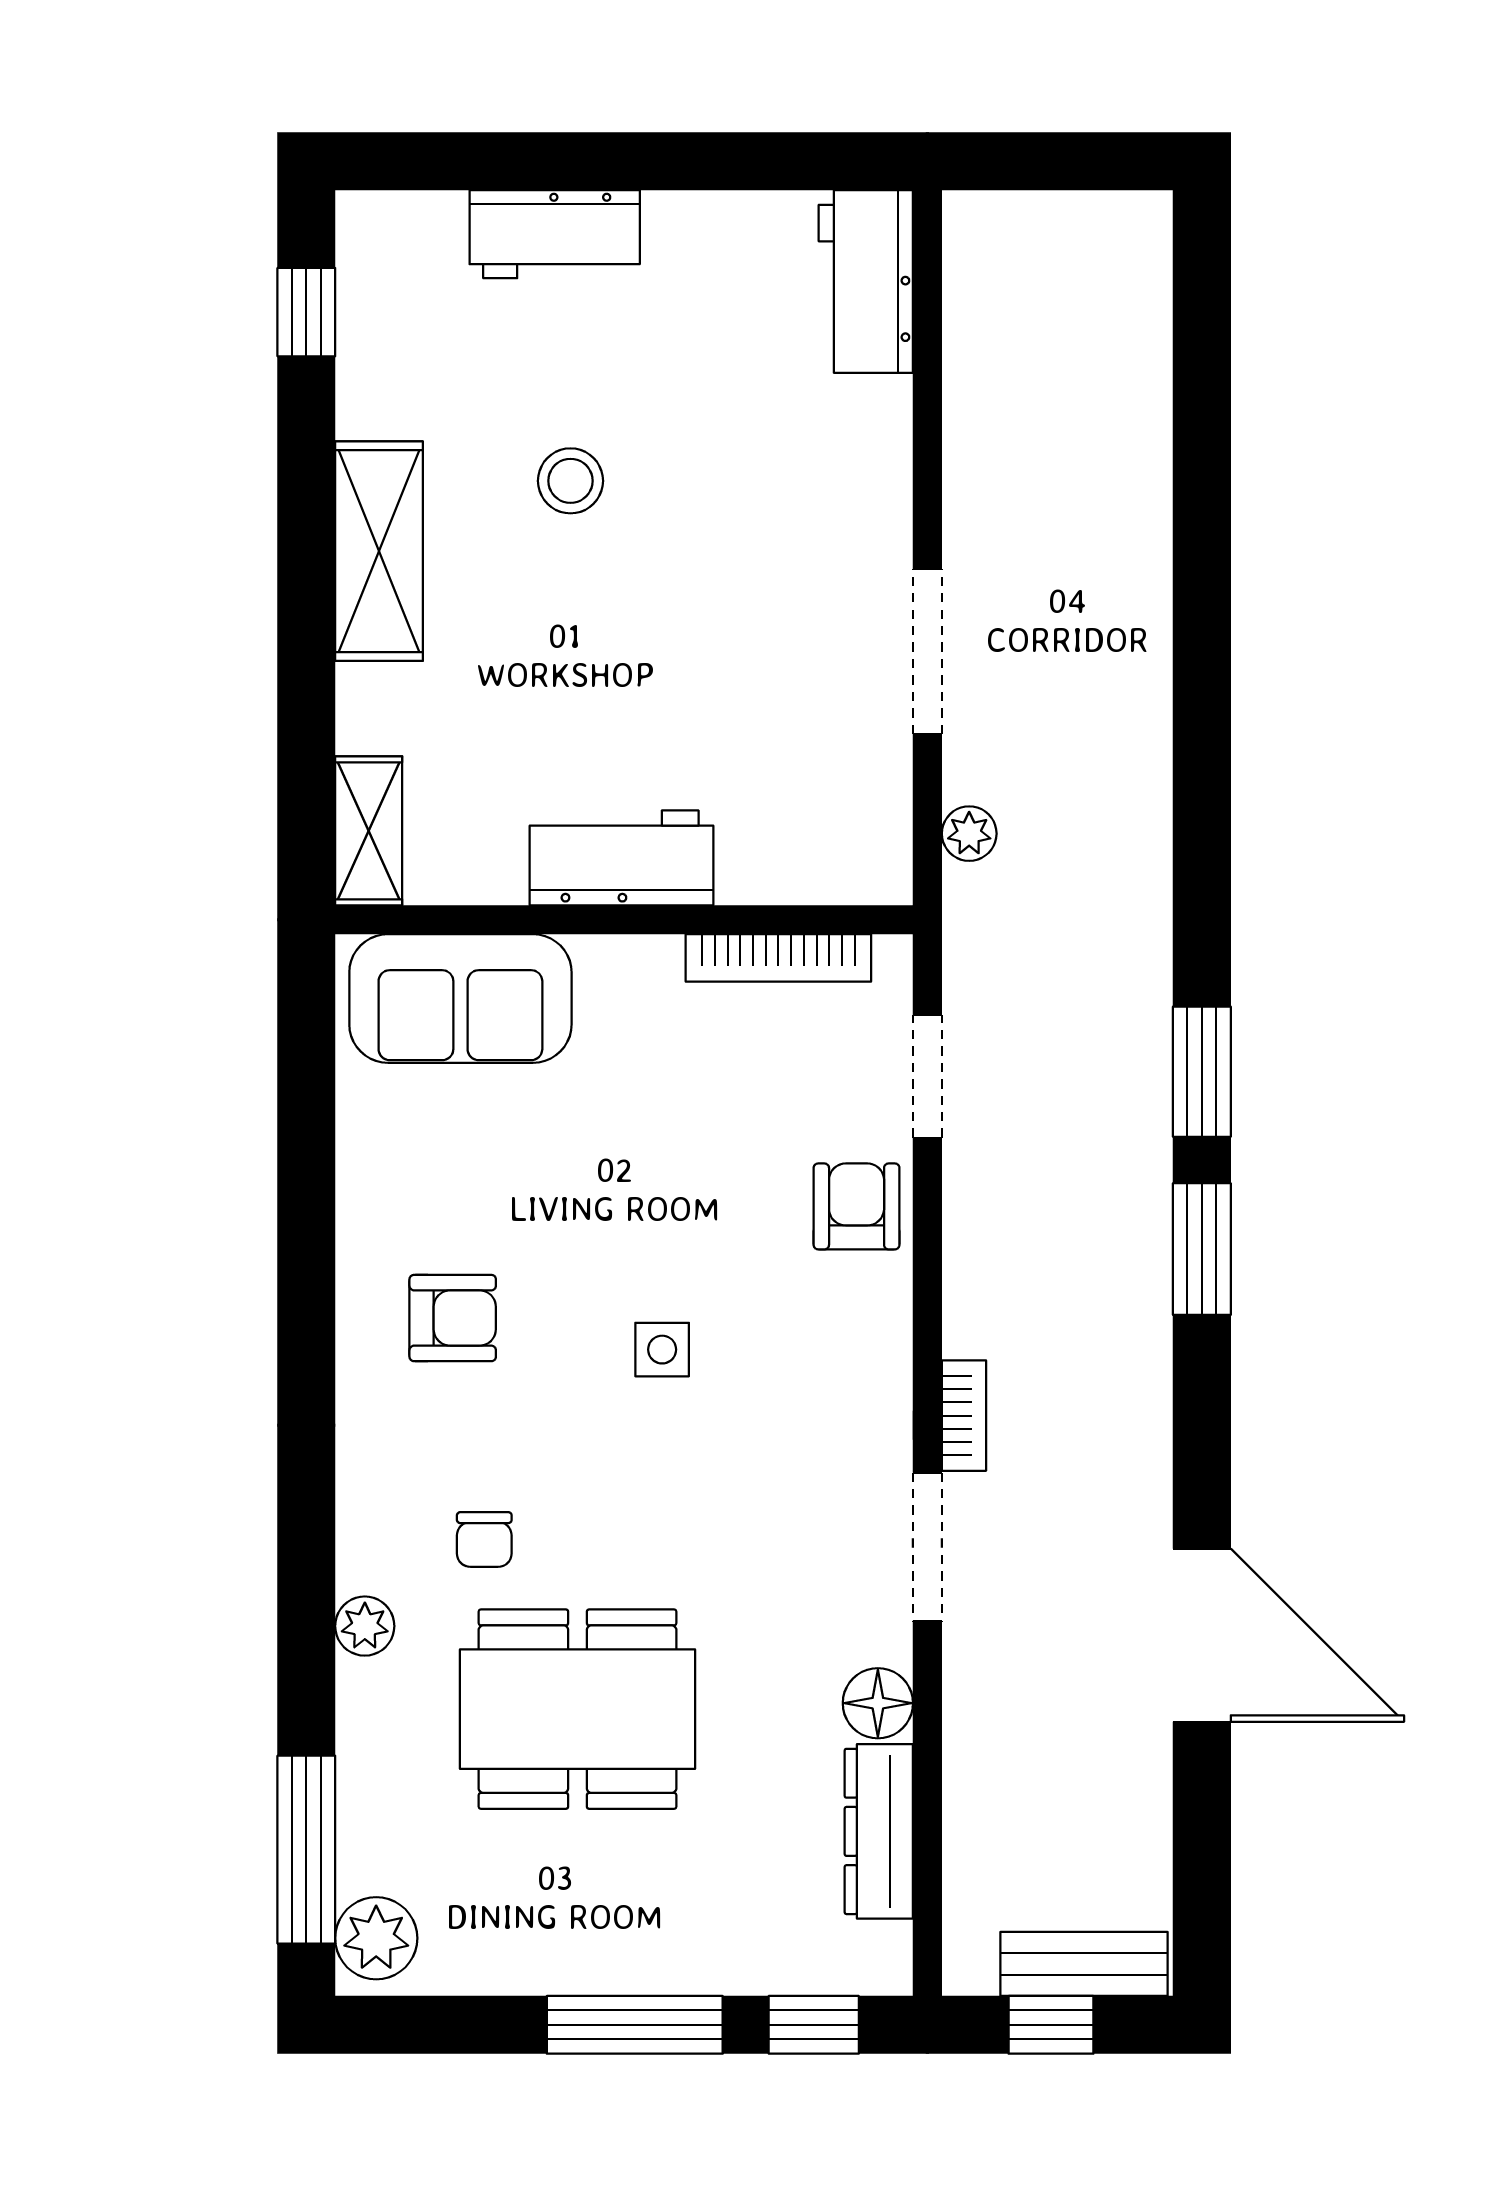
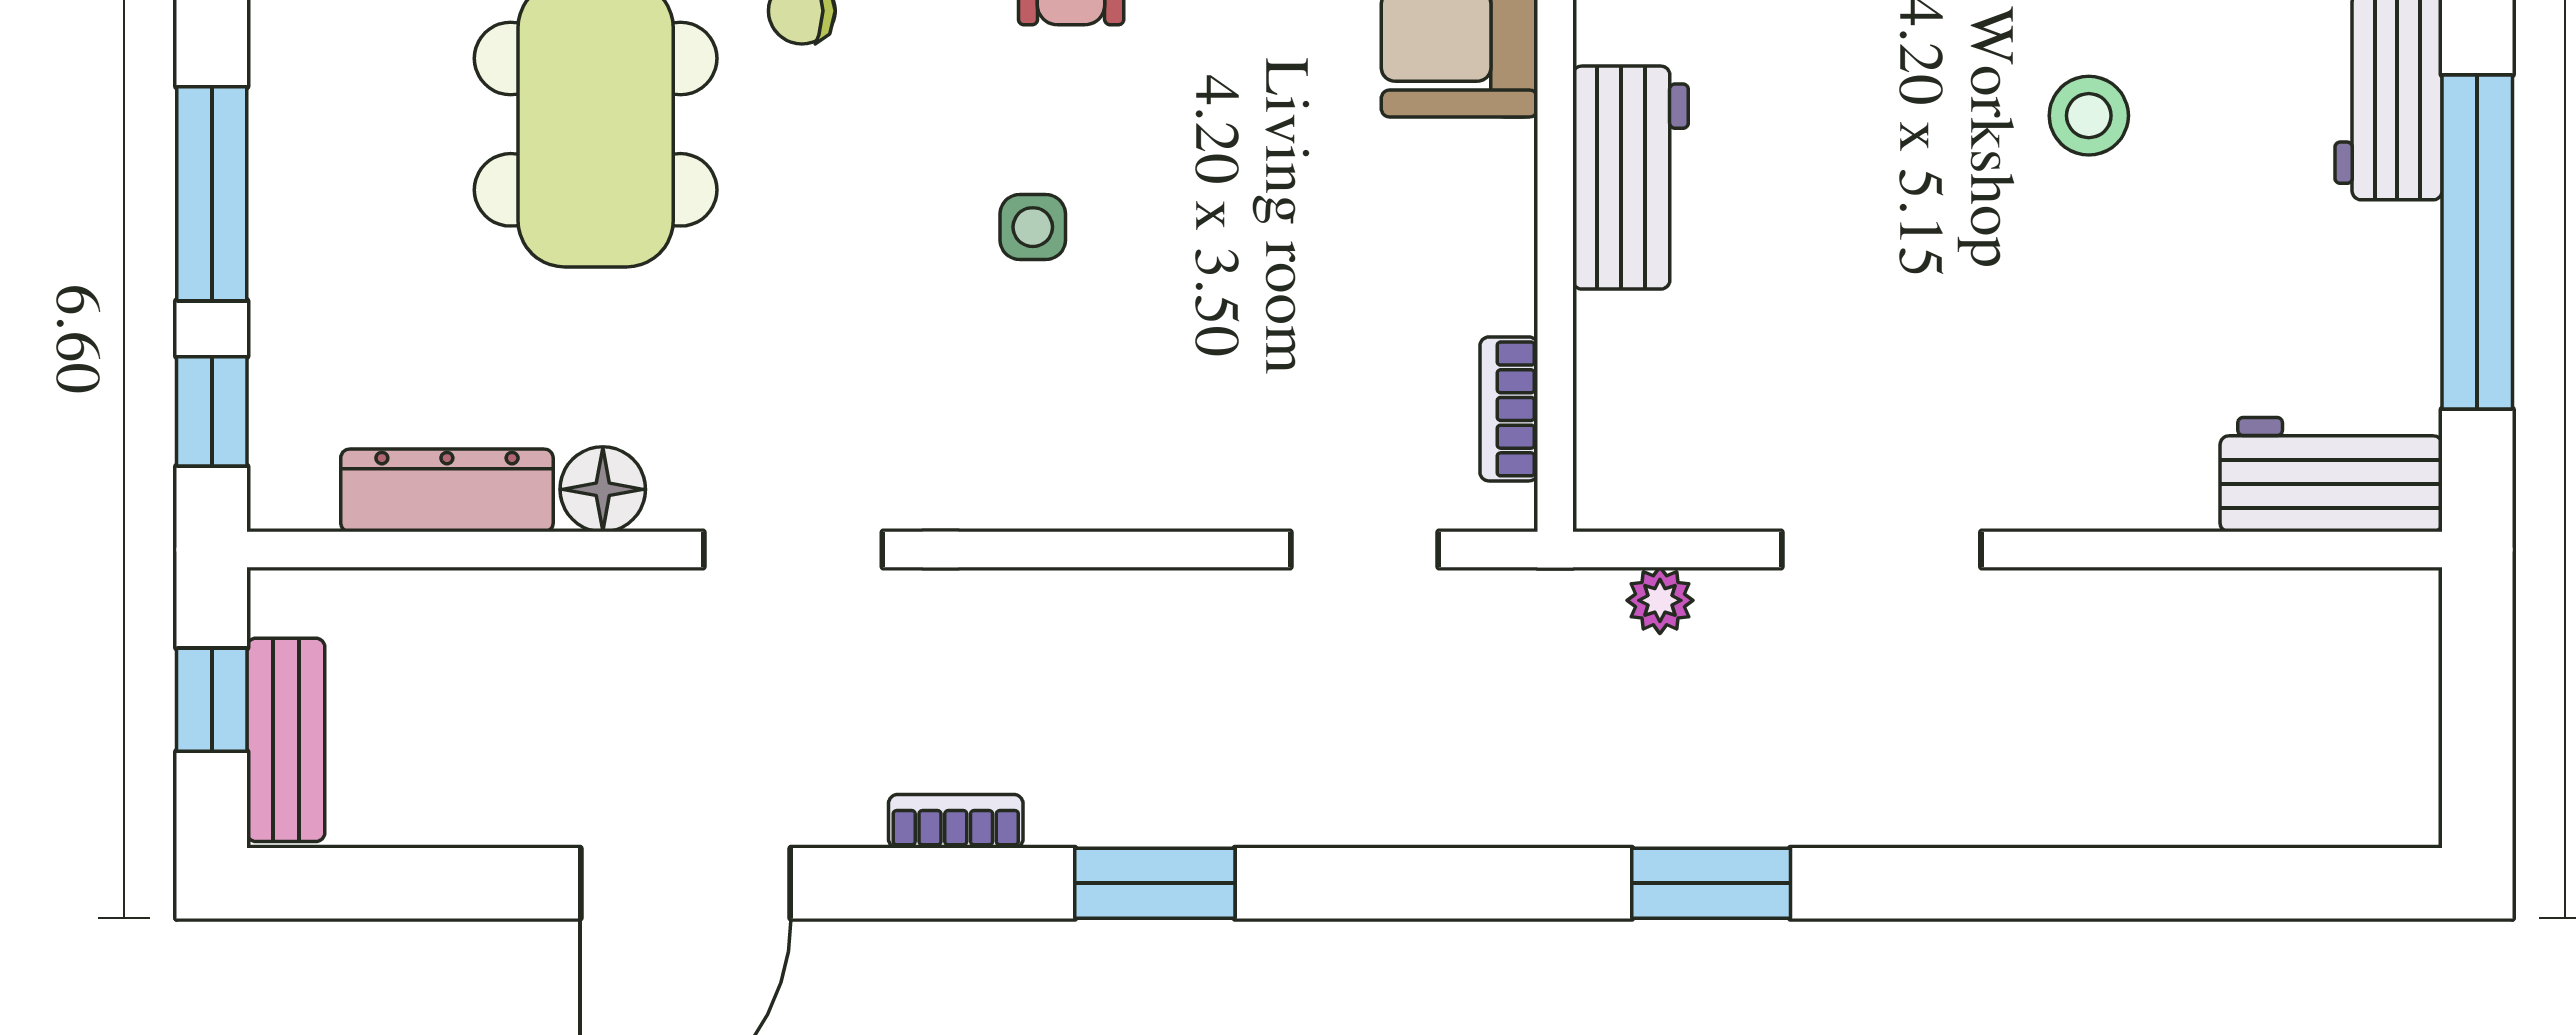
window: (674, 161) -> (2477, 242), added
bookcase: (778, 958) -> (1509, 409), width x0.64
window: (1202, 1072) -> (1711, 883), moved
armchair: (857, 1206) -> (1207, 463), removed
bookcase: (964, 1416) -> (956, 821), moved, turned 180

